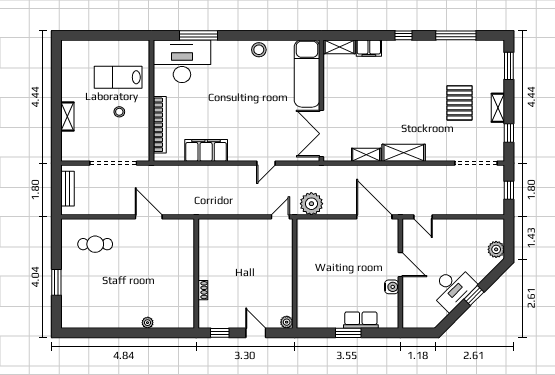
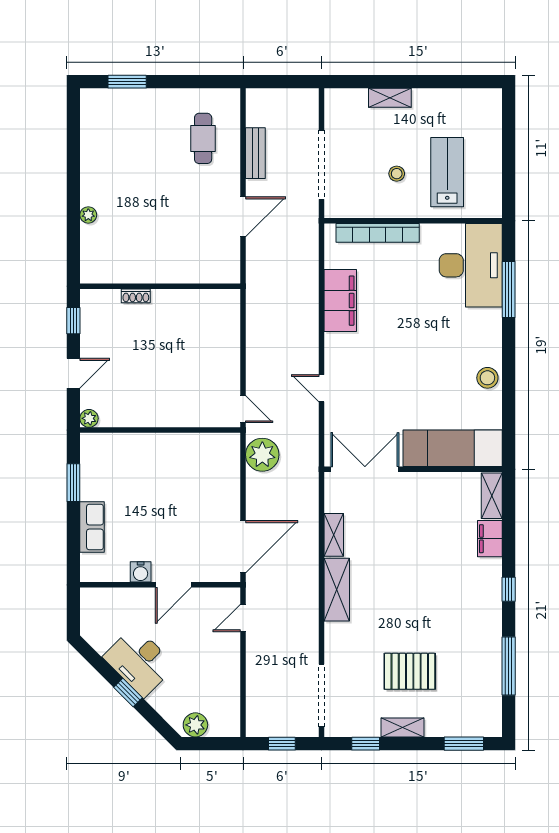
bench: (68, 189) -> (255, 153), moved, turned 90
window: (56, 282) -> (127, 82), moved
window: (348, 333) -> (73, 483), moved

